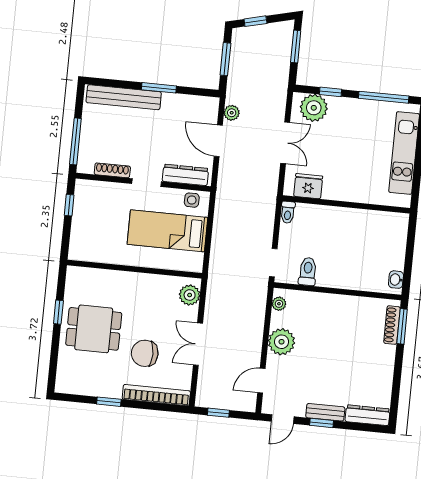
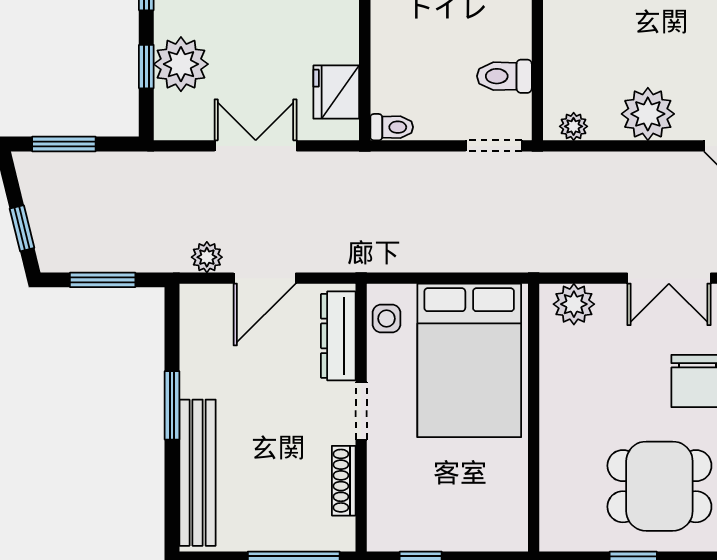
plant: (314, 108) -> (181, 64), moved
bed: (167, 231) -> (469, 360), width x1.50
dining table: (94, 329) -> (659, 486), turned 90

